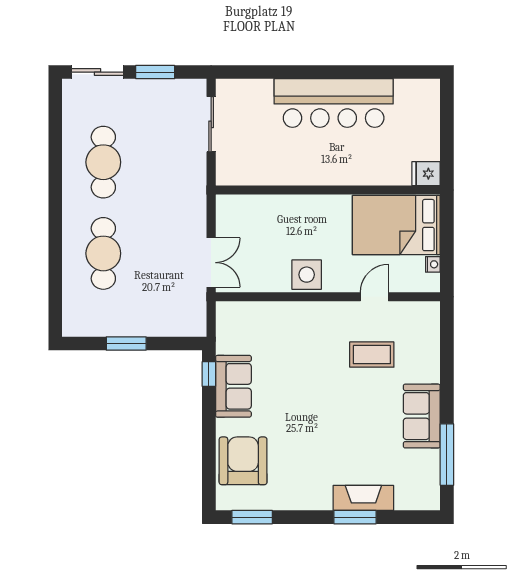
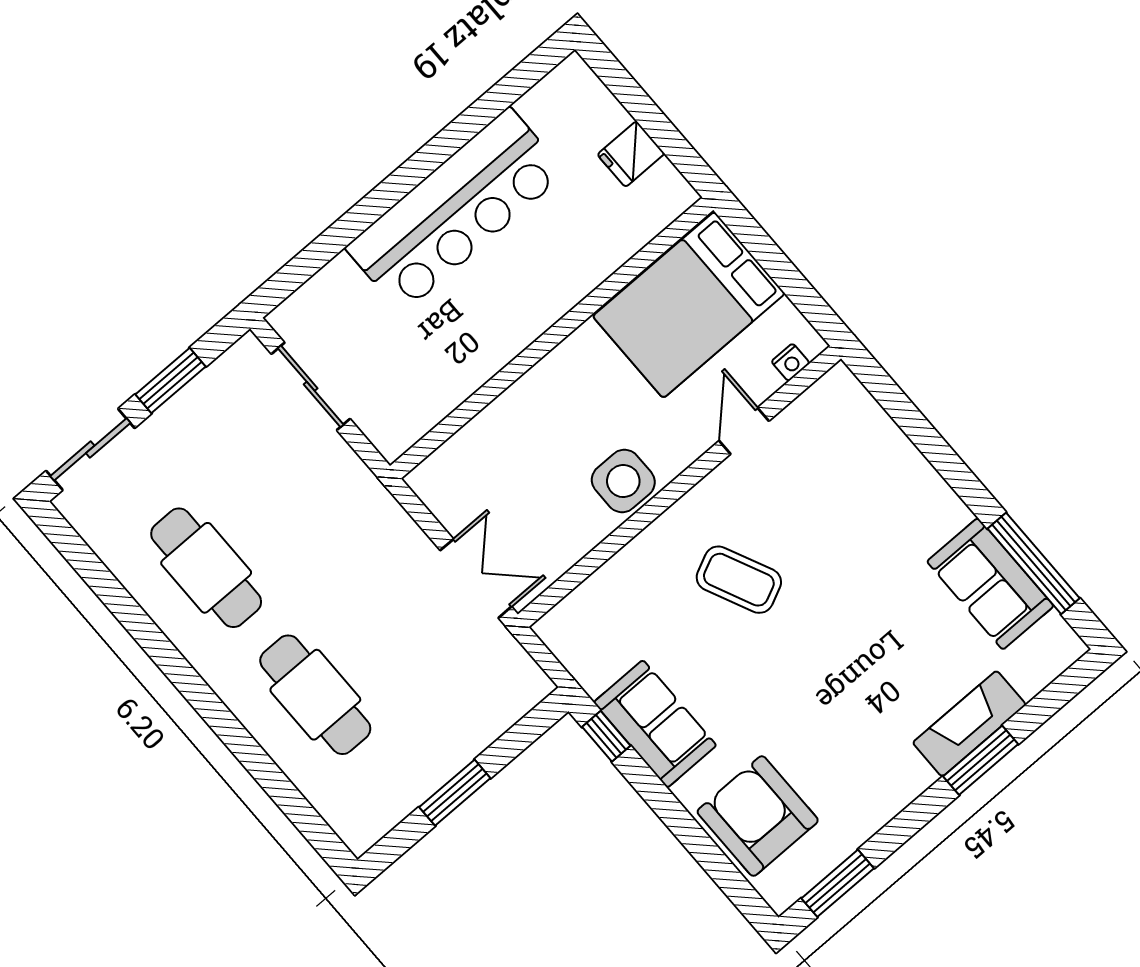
fridge: (426, 174) -> (631, 154), moved
nightstand: (433, 264) -> (790, 362), moved, turned 90
coffee table: (372, 355) -> (739, 580), moved, turned 65
sofa: (422, 416) -> (990, 584), moved

